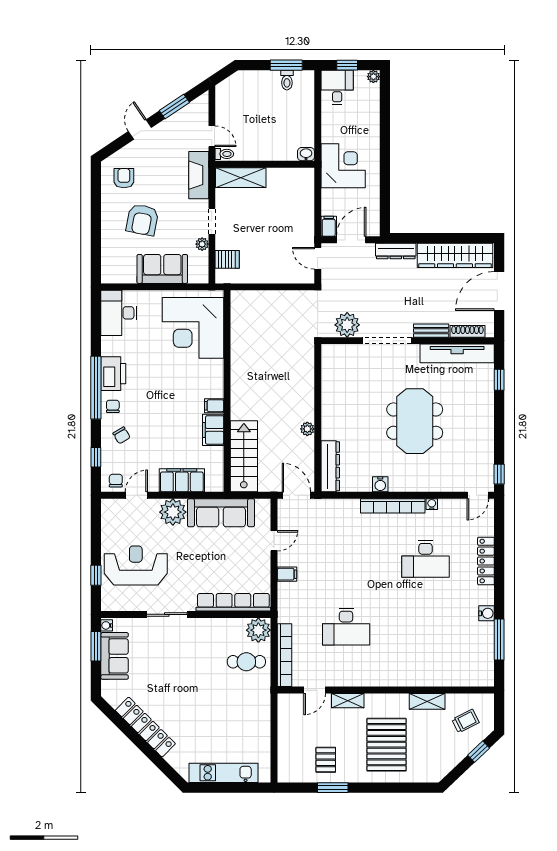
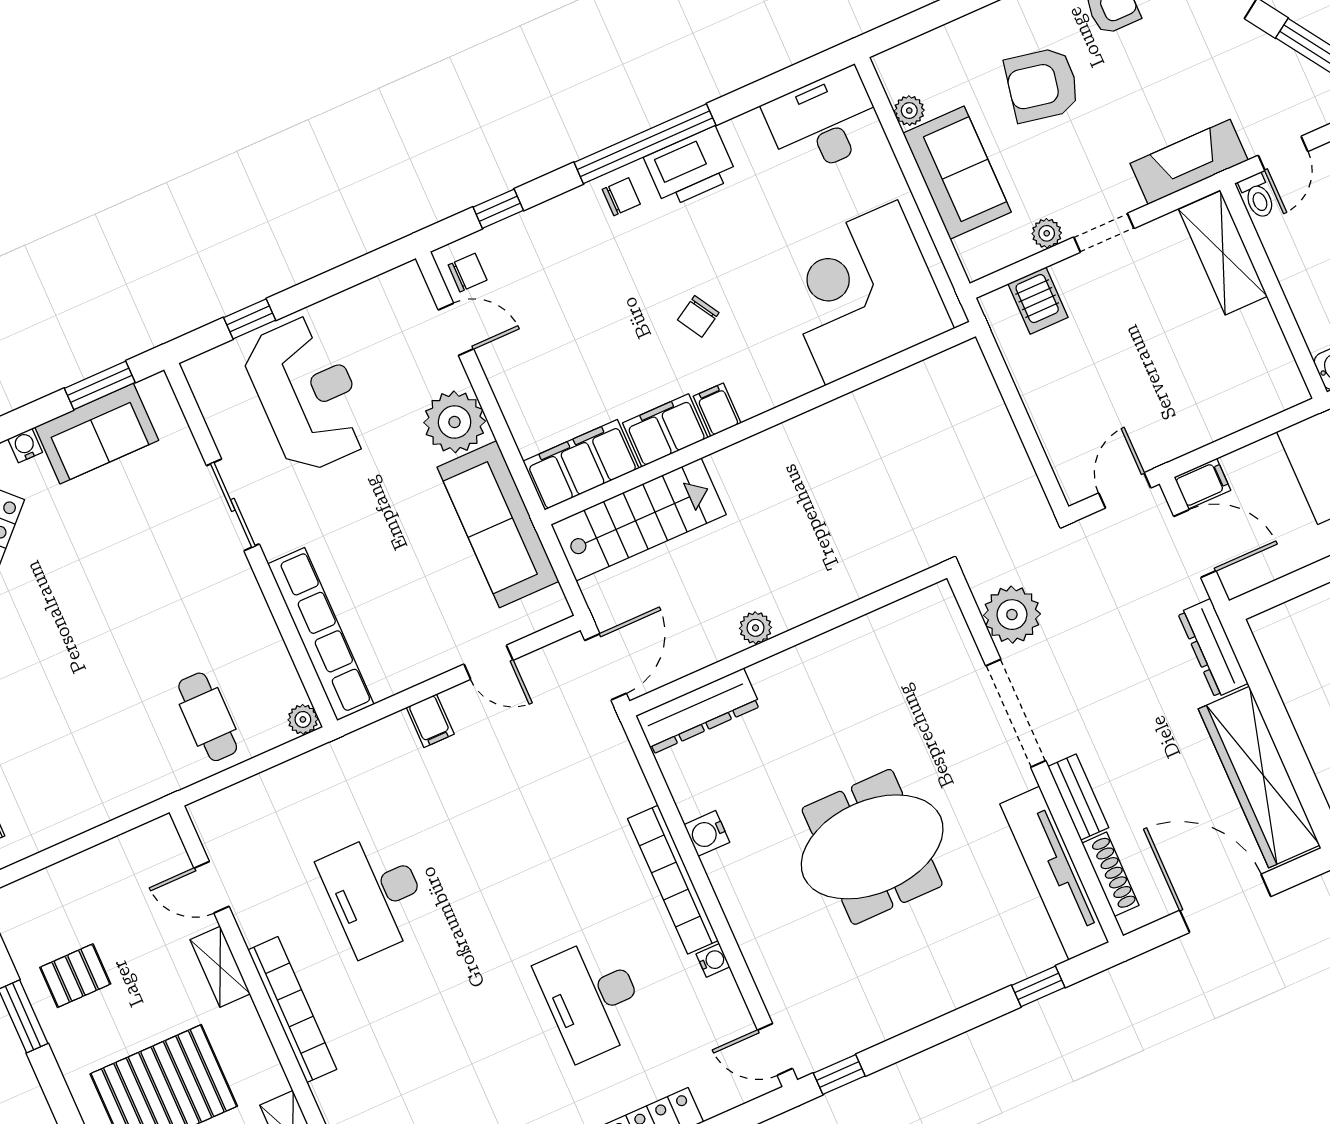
plant: (129, 277) -> (909, 111), added
chair: (122, 435) -> (698, 316), moved
filing cabinet: (182, 480) -> (581, 465), moved, turned -90
water cooler: (107, 625) -> (25, 446), moved
plant: (258, 630) -> (303, 719), width x0.53, depth x0.53
bookcase: (285, 655) -> (292, 1010), moved, turned -90

